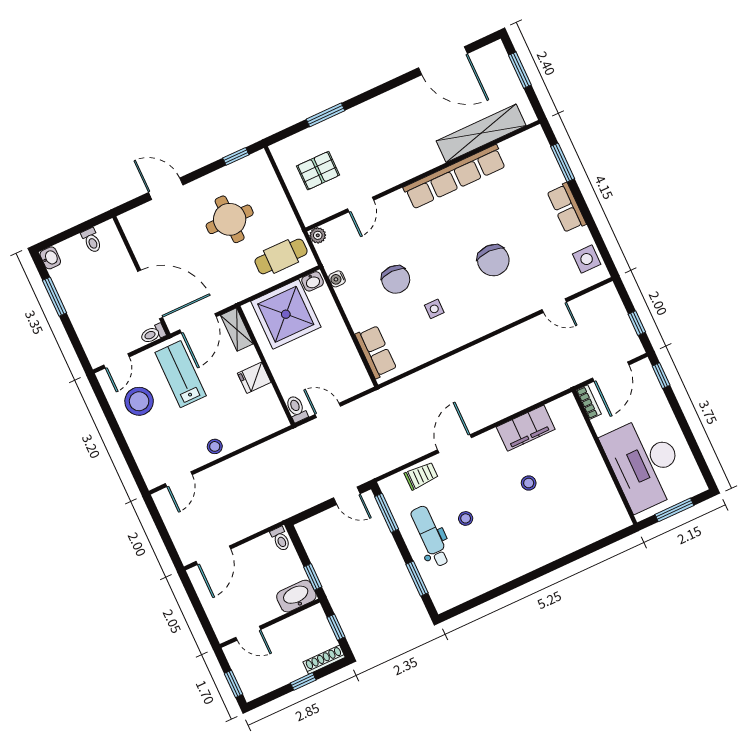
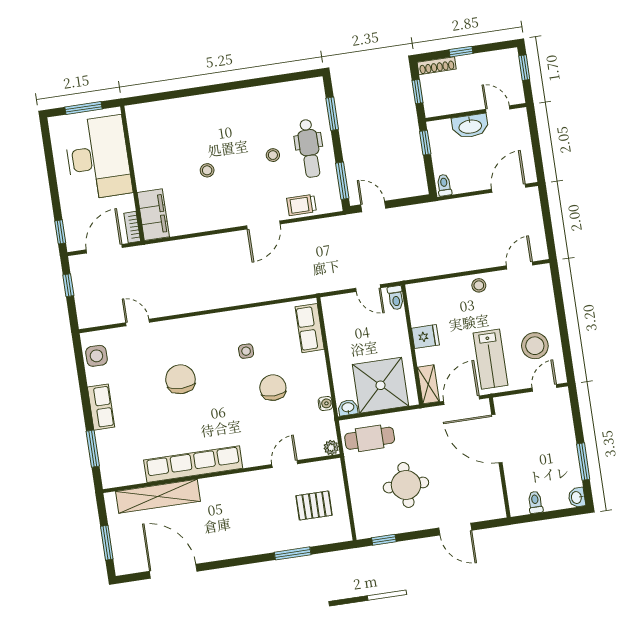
toilet: (153, 334) -> (505, 403), removed
filing cabinet: (526, 428) -> (153, 215), moved, turned 90
washbasin: (296, 596) -> (470, 126), moved

